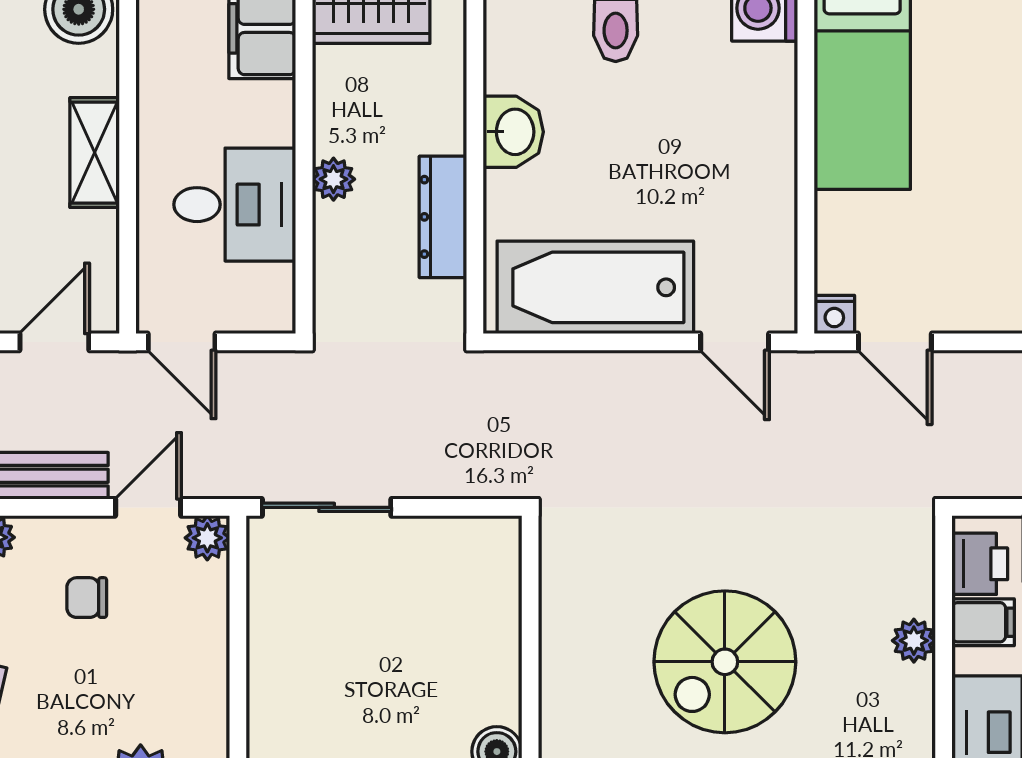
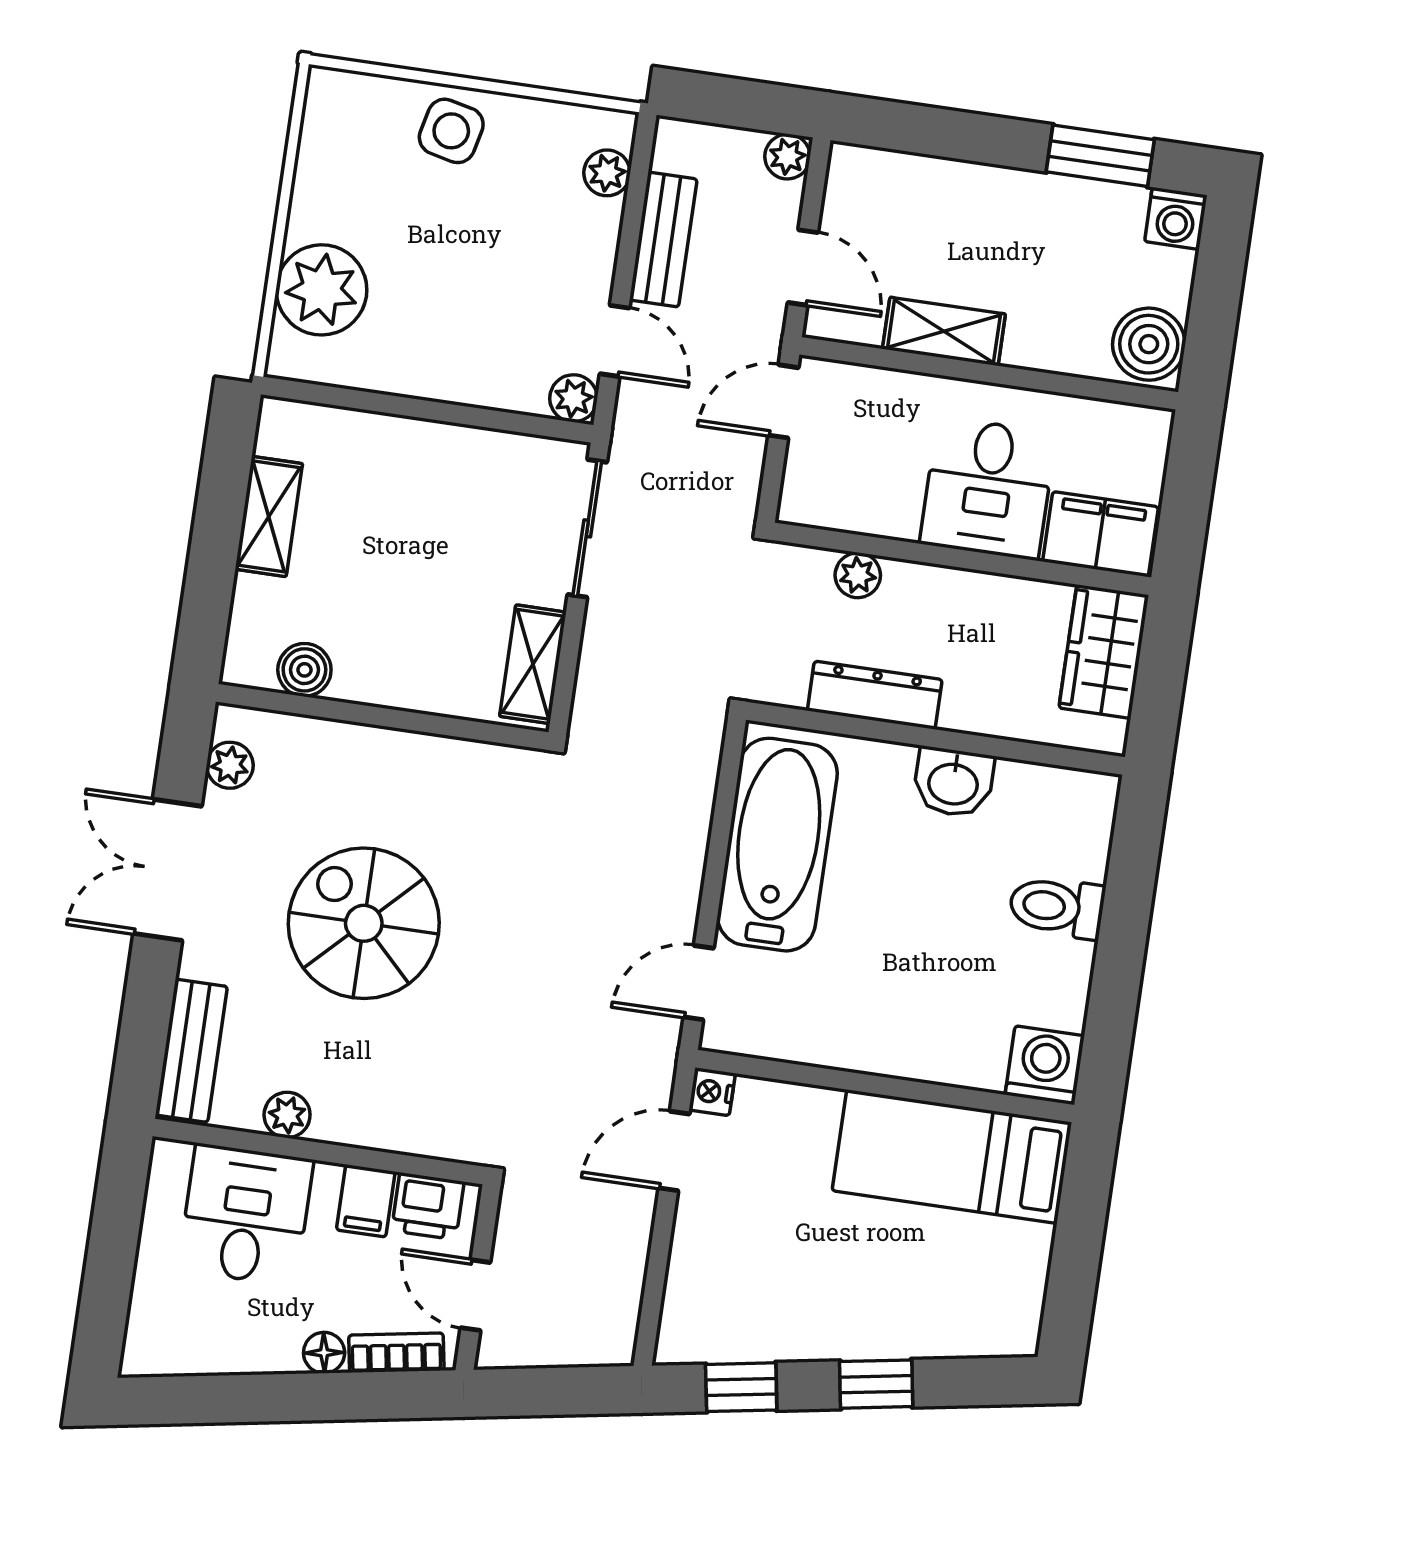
shelving: (95, 153) -> (944, 331), moved
plant: (333, 179) -> (858, 575), moved
desk: (235, 205) -> (988, 488), moved
shelving: (461, 539) -> (533, 664), added
chair: (87, 598) -> (529, 262), removed
plant: (914, 641) -> (287, 1115), moved

